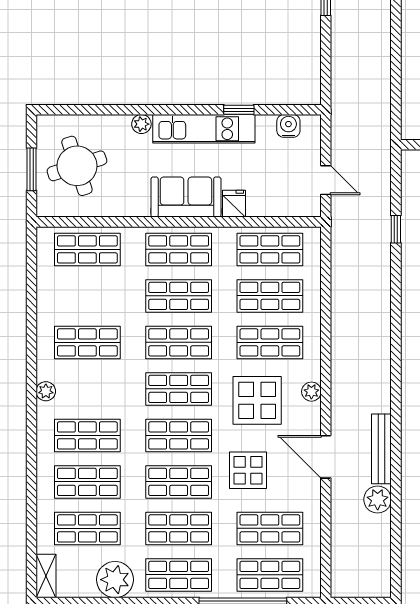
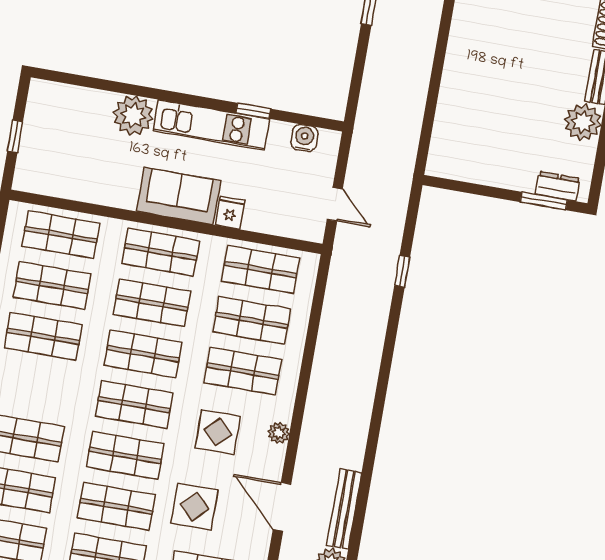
plant: (141, 124) -> (133, 115), width x1.88, depth x1.88
round table: (77, 166) -> (66, 141), removed
window: (31, 169) -> (15, 136), width x0.67
shop shelf: (87, 296) -> (52, 285), added
display table: (257, 400) -> (218, 432), width x0.73, depth x0.73

